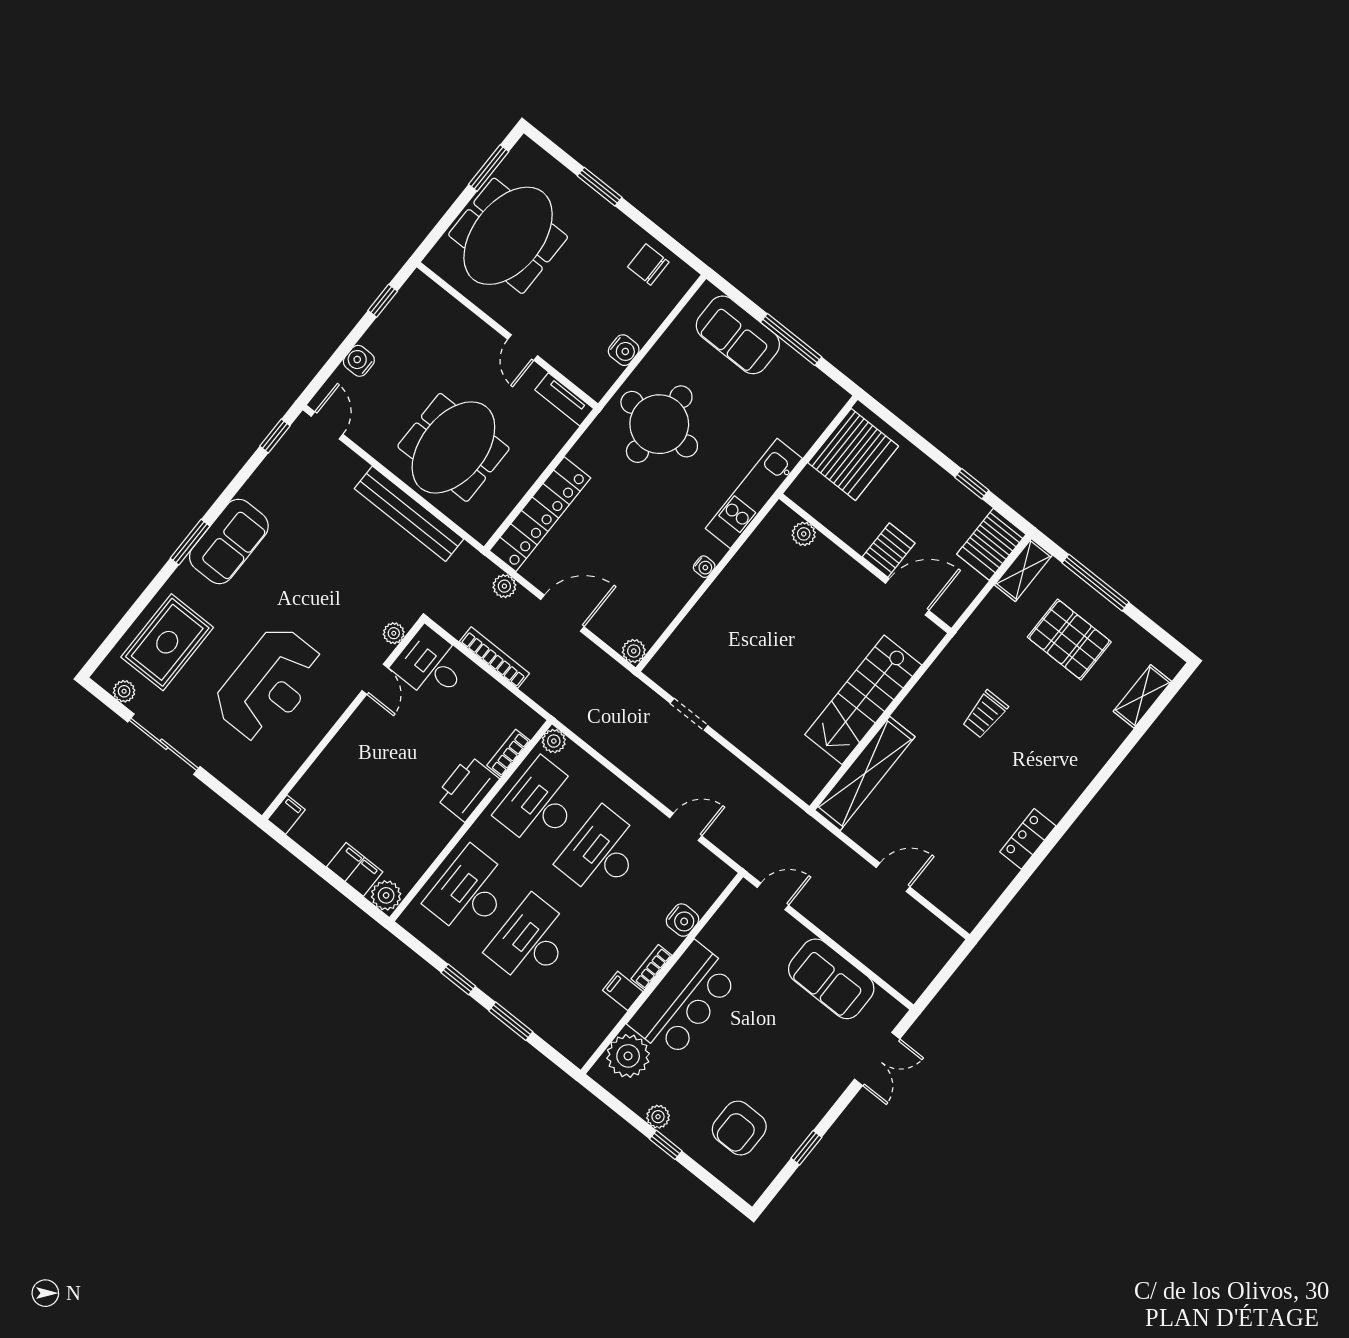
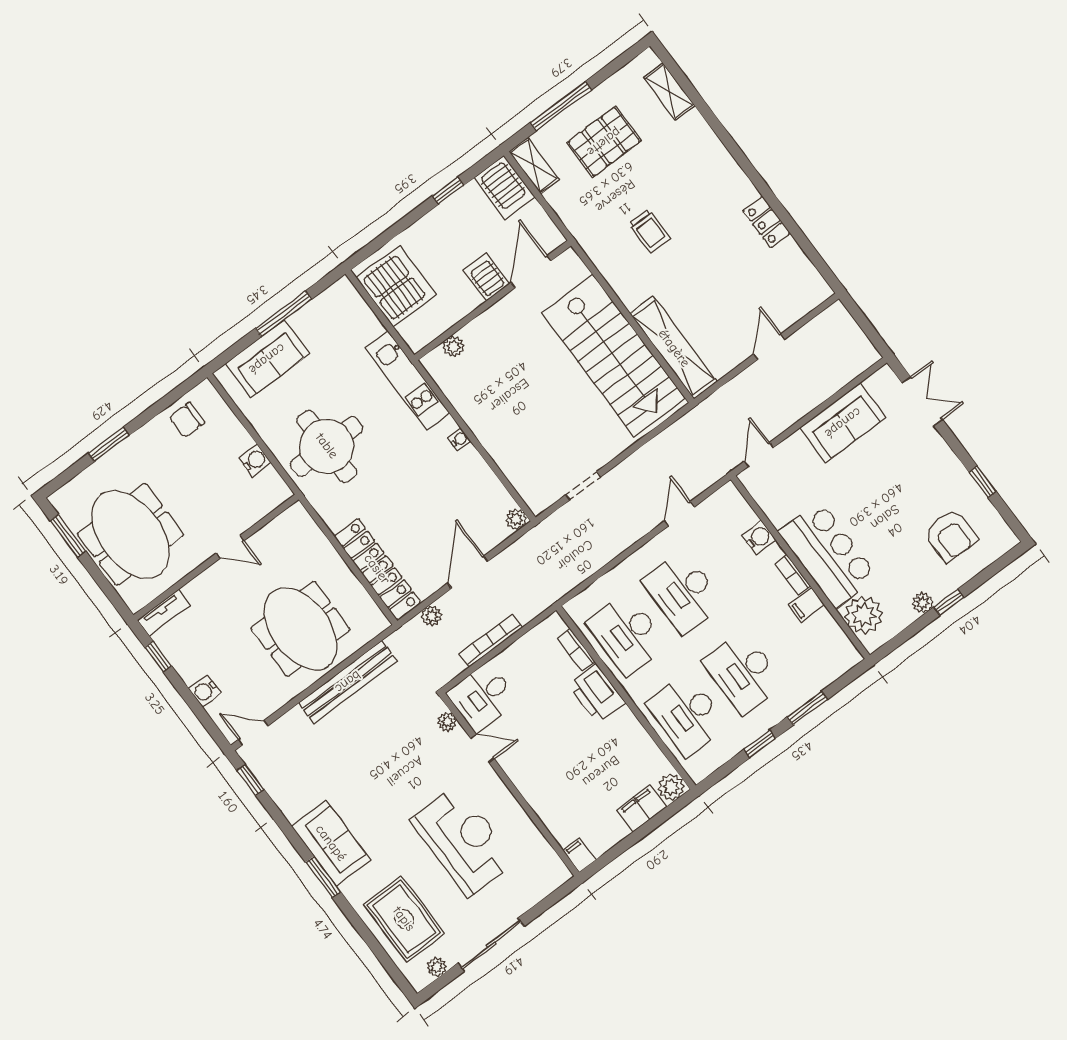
tv unit: (564, 399) -> (164, 613), moved
stairs: (863, 700) -> (613, 356), width x1.36, depth x1.51
plant: (554, 741) -> (576, 608), removed

